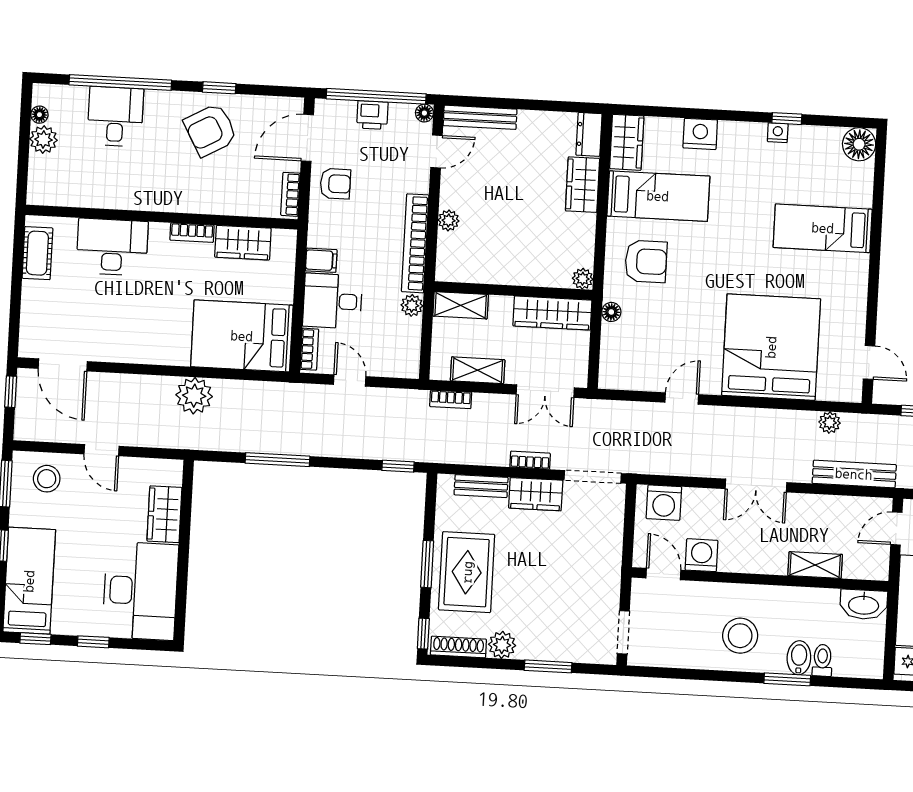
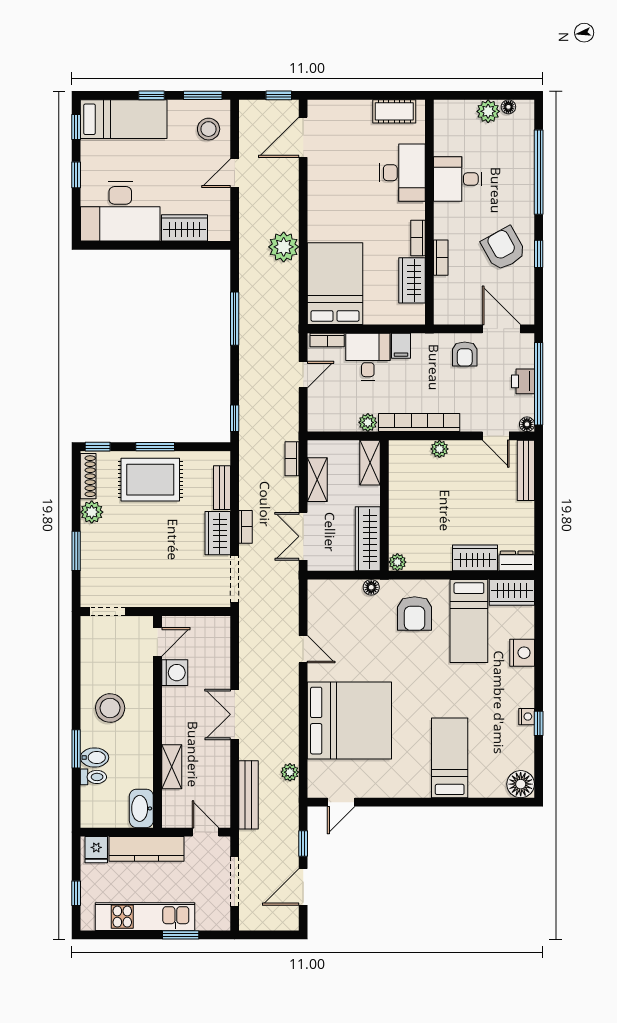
desk: (115, 117) -> (458, 179), moved, turned 180
bookcase: (290, 194) -> (441, 258), moved, turned 90
washing machine: (664, 503) -> (216, 639), removed

